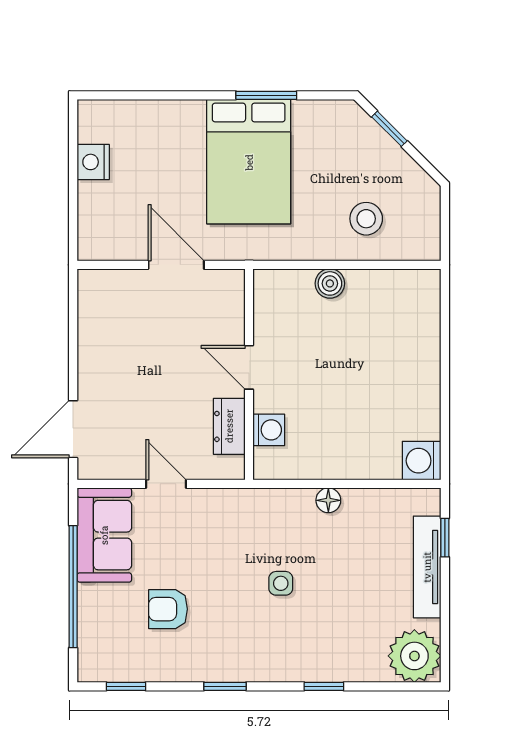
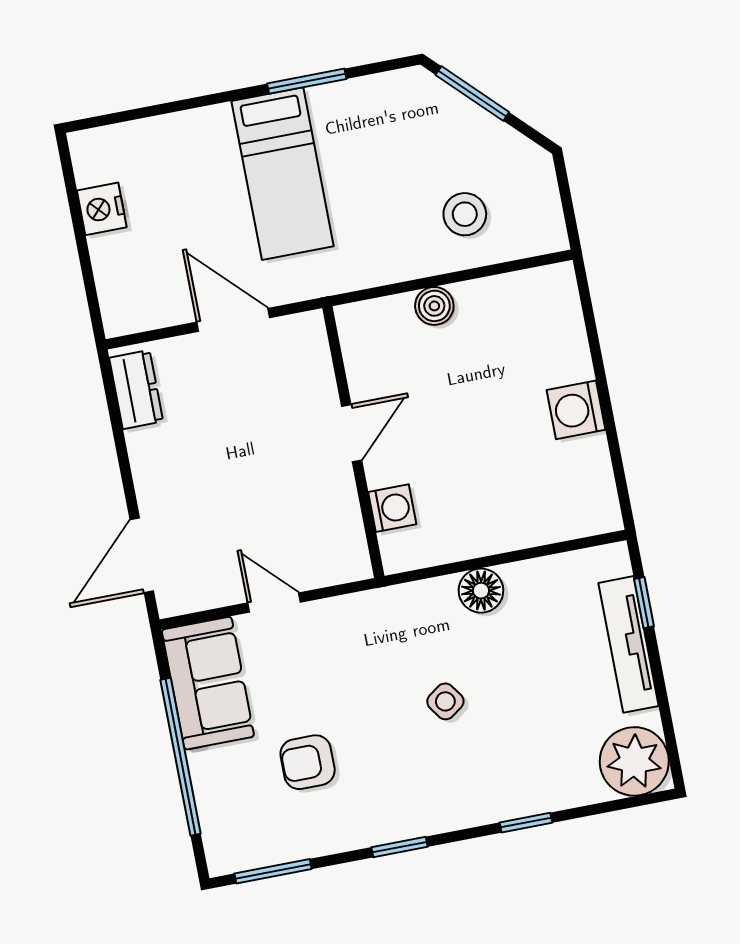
window: (389, 129) -> (472, 94), width x1.50
bed: (249, 162) -> (283, 174), width x0.67
door: (249, 367) -> (352, 433), swing flipped
dresser: (229, 426) -> (136, 390), moved, turned 180
washing machine: (422, 461) -> (576, 410), moved
floor lamp: (328, 500) -> (481, 591), width x1.37, depth x1.37
side table: (281, 583) -> (445, 701), turned -35
window: (126, 686) -> (273, 871), width x1.50

